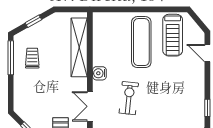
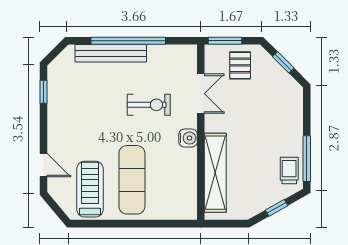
trolley: (32, 58) -> (289, 171), moved, turned 180
exercise bike: (129, 98) -> (149, 105), turned -96

